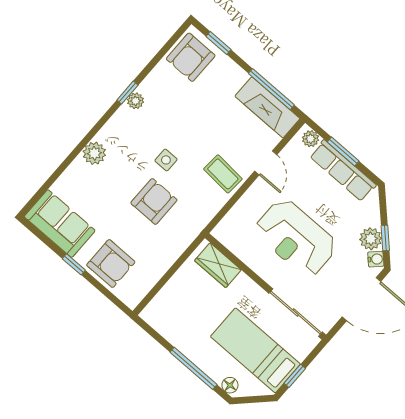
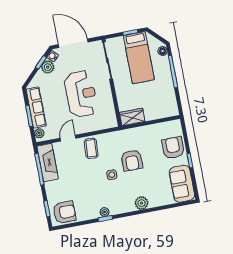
armchair: (154, 201) -> (132, 160), turned -90
wardrobe: (218, 265) -> (132, 117), moved, turned -90

